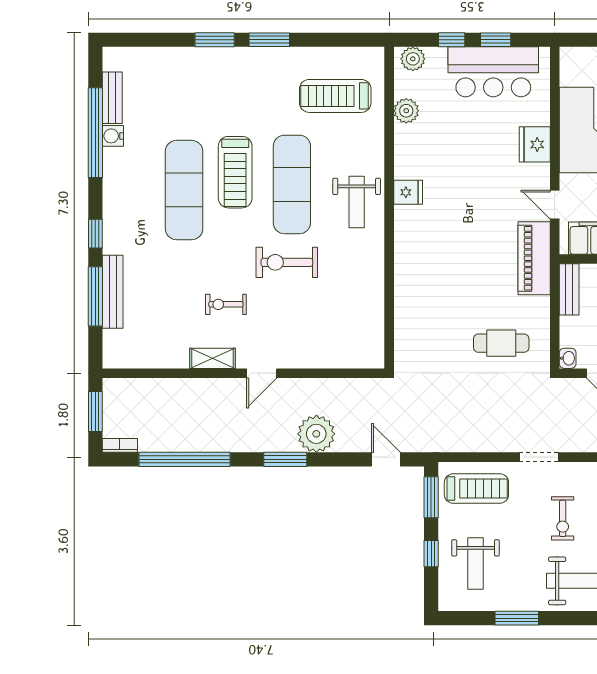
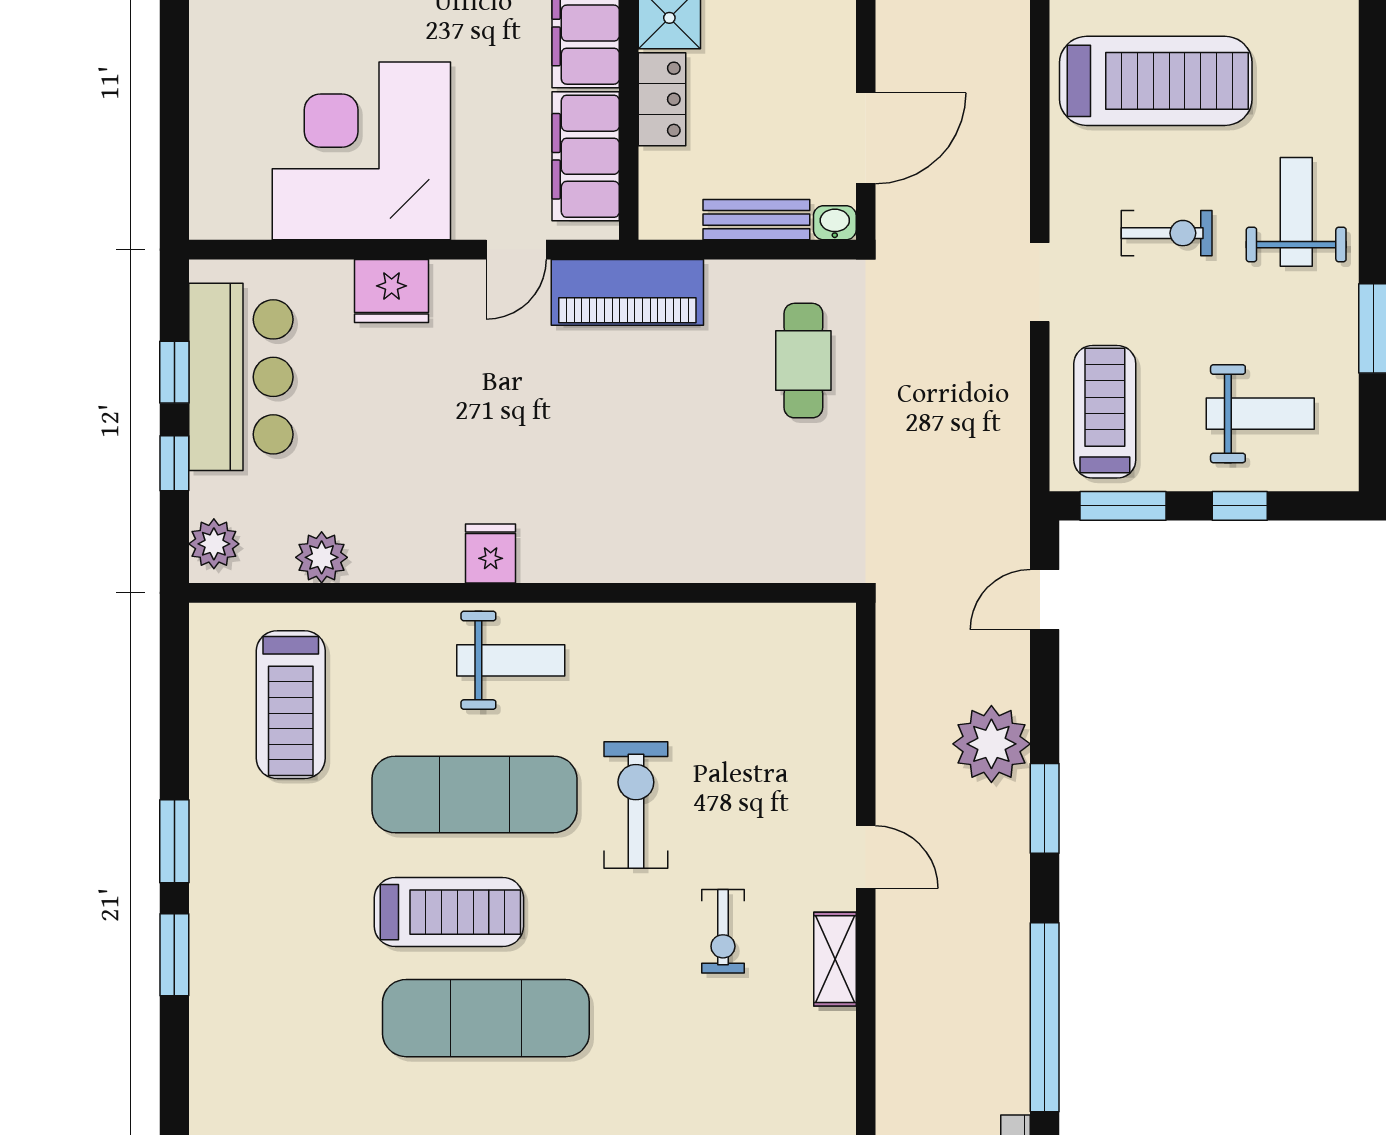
exercise bike: (287, 262) -> (636, 805), turned 180
bench: (569, 289) -> (756, 220), moved

